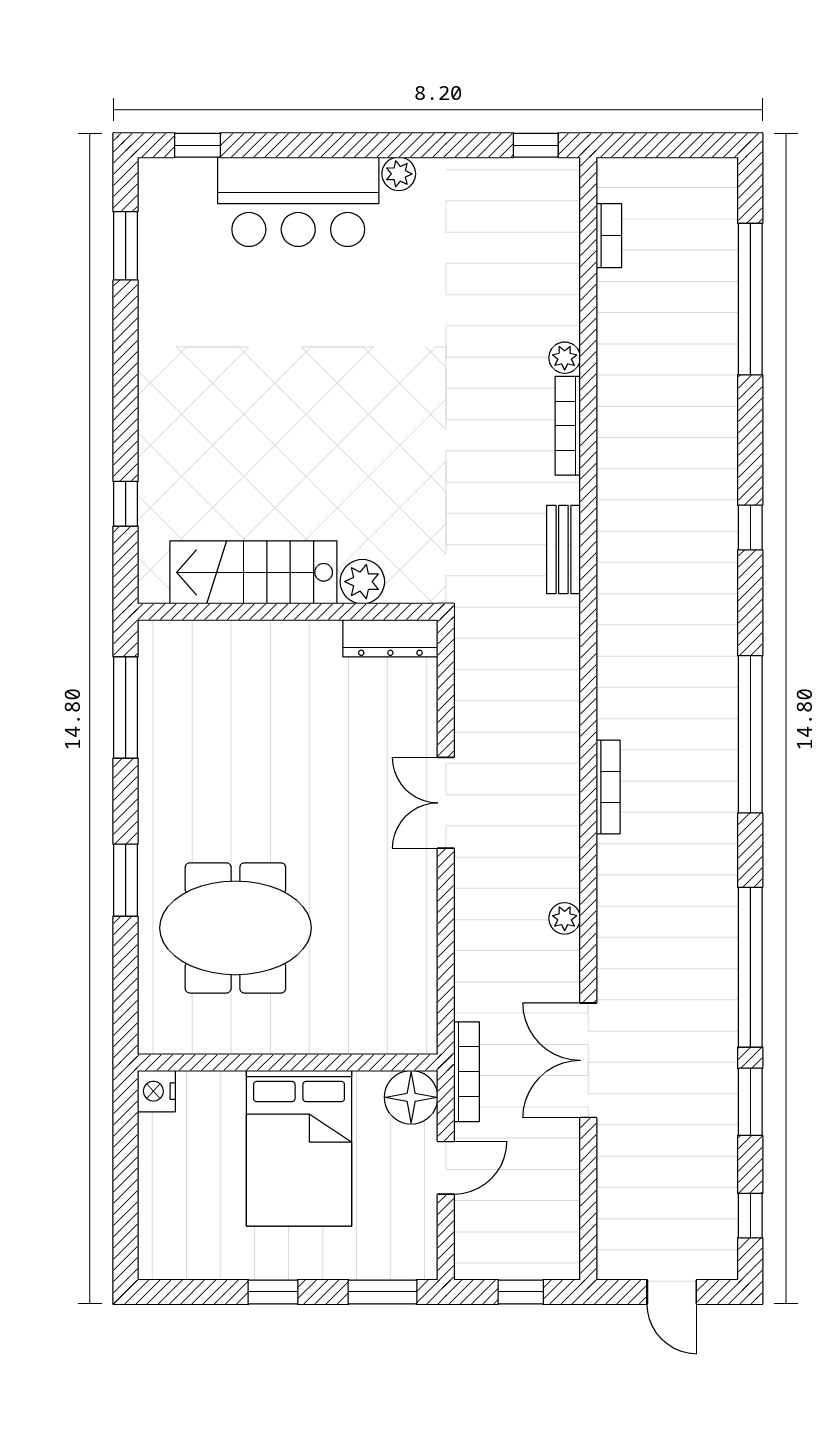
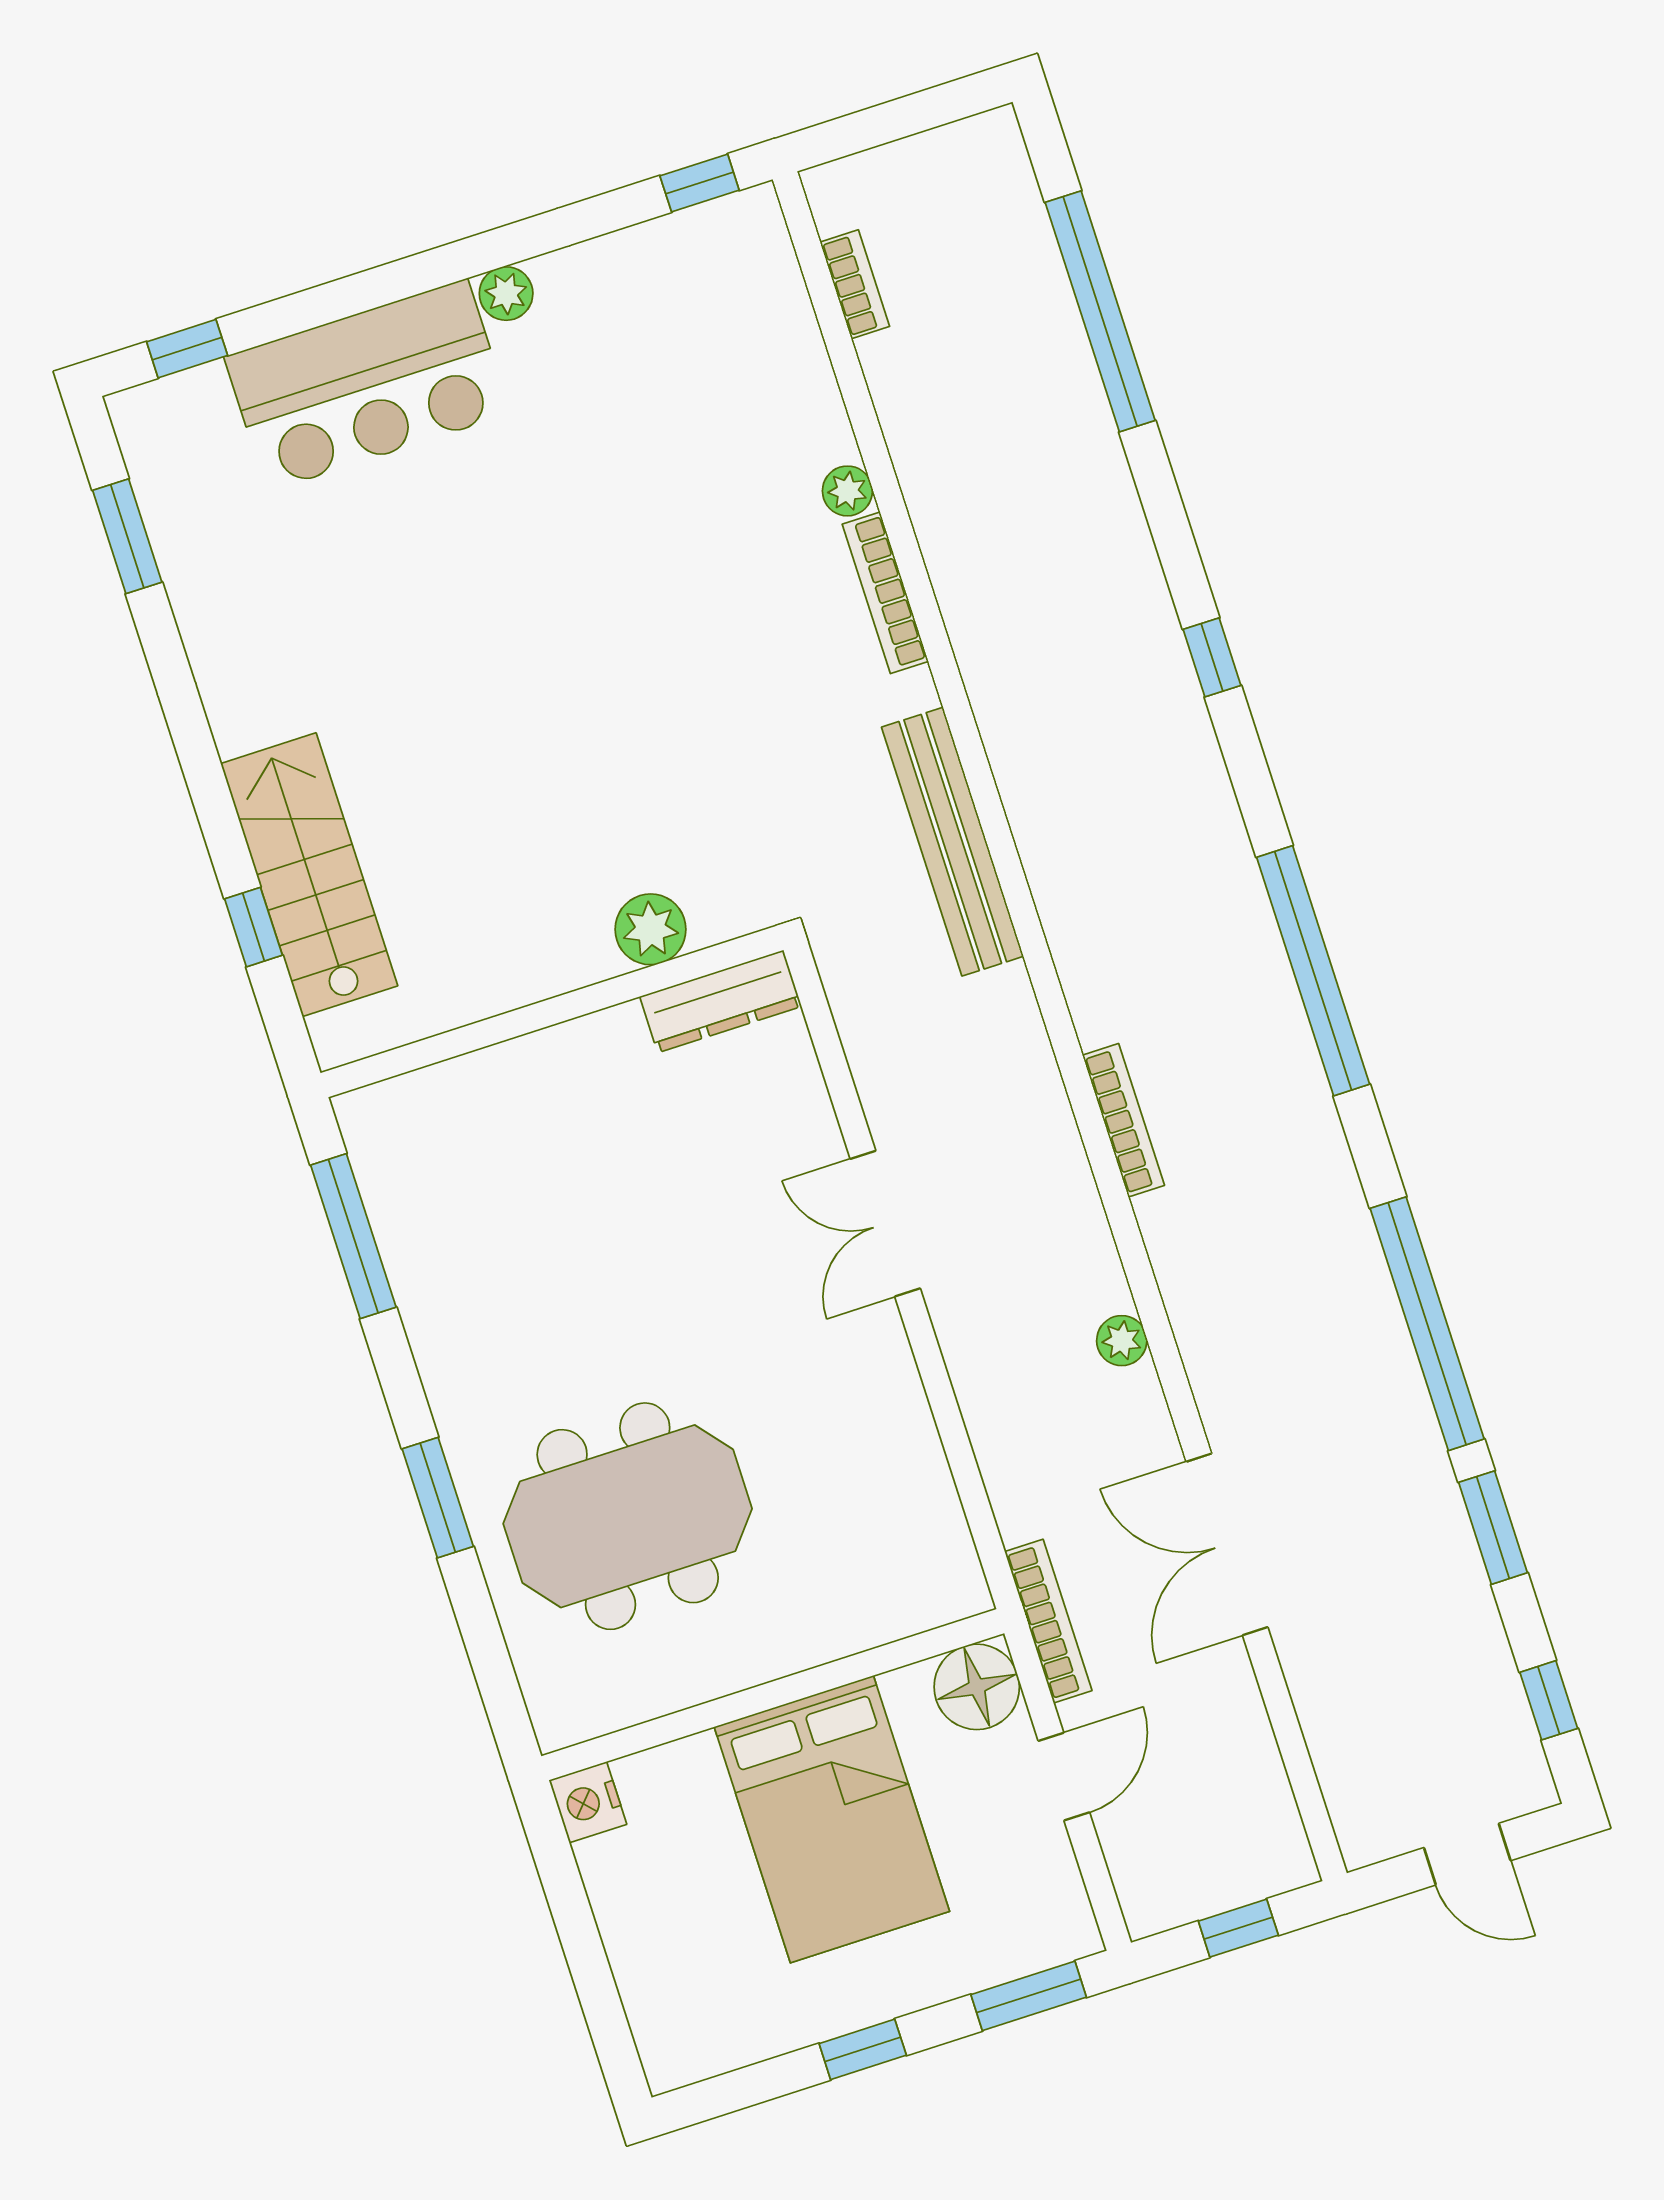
bench: (563, 549) -> (953, 842), width x1.86, depth x1.21
stairs: (253, 572) -> (309, 875), moved, turned 90

